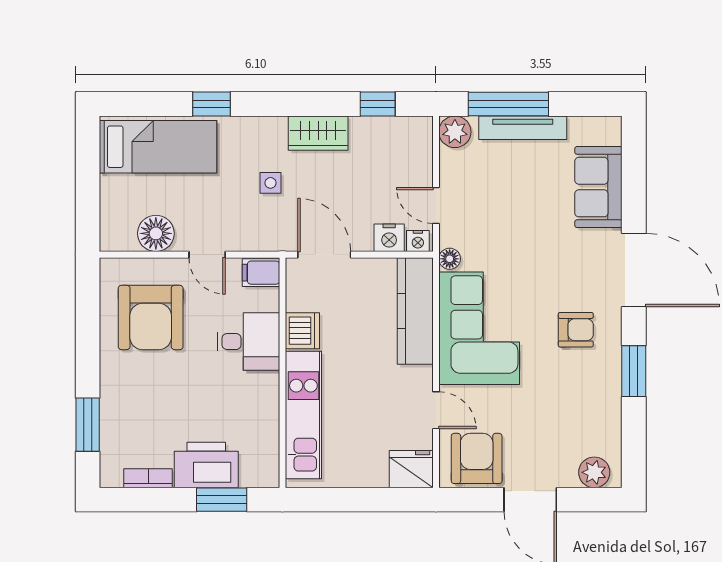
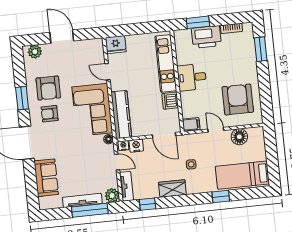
tv unit: (420, 149) -> (127, 186), added
desk: (248, 342) -> (192, 77), moved
armchair: (477, 458) -> (48, 88), moved

